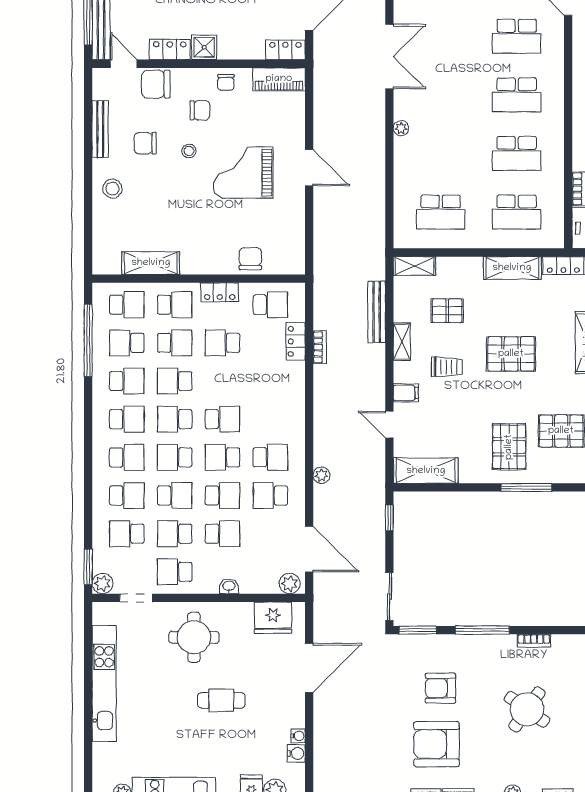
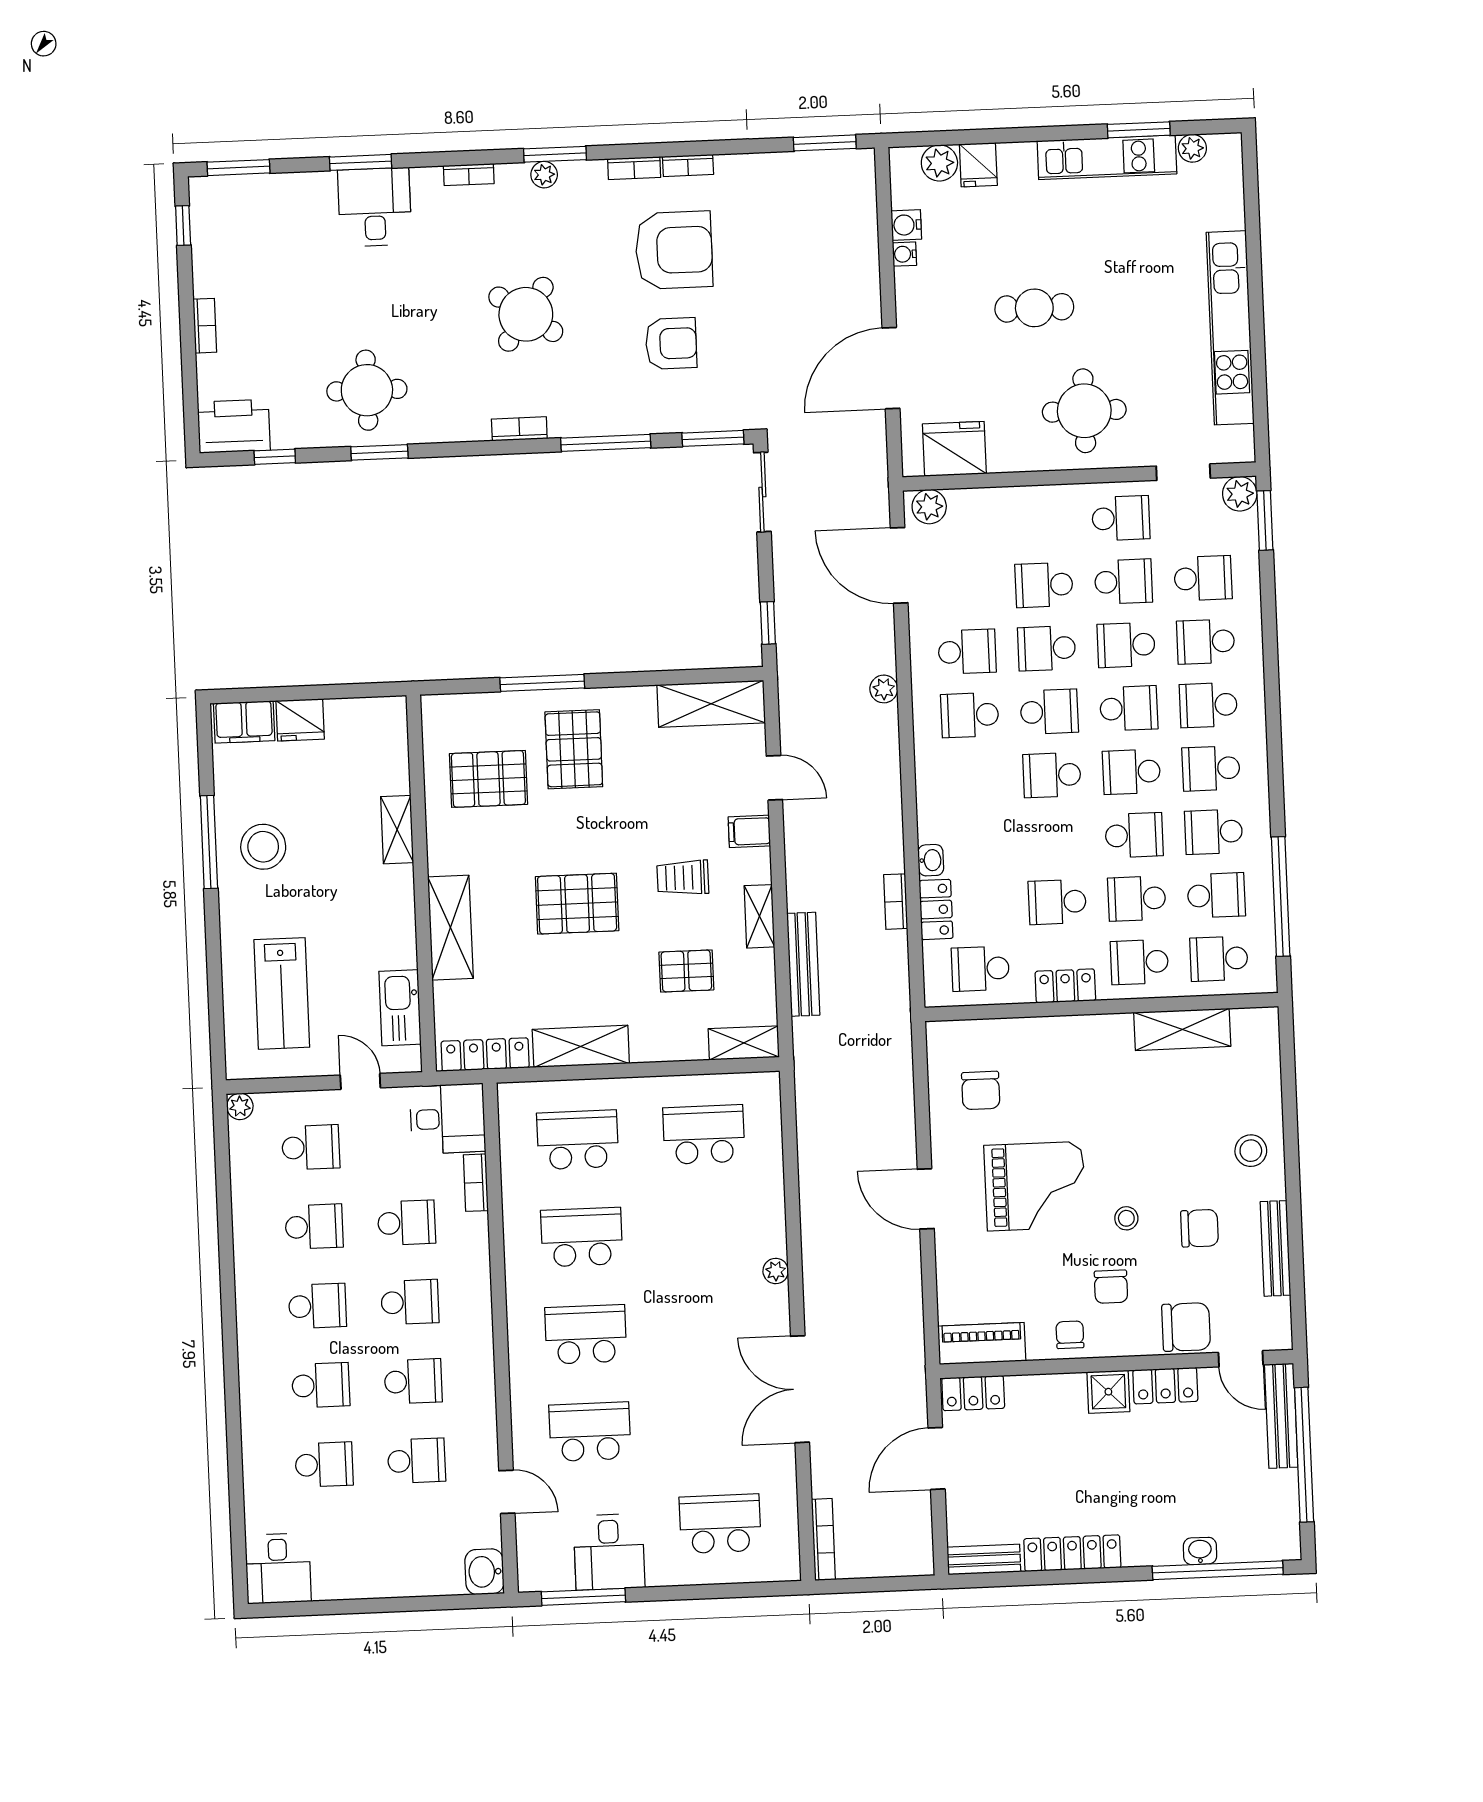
chair: (200, 110) -> (1111, 1287), turned -90
chair: (250, 259) -> (981, 1090), moved
school desk: (223, 343) -> (1057, 902), turned 180
school desk: (175, 419) -> (1131, 772), turned 180
washbasin: (229, 586) -> (931, 860), moved, turned -90

